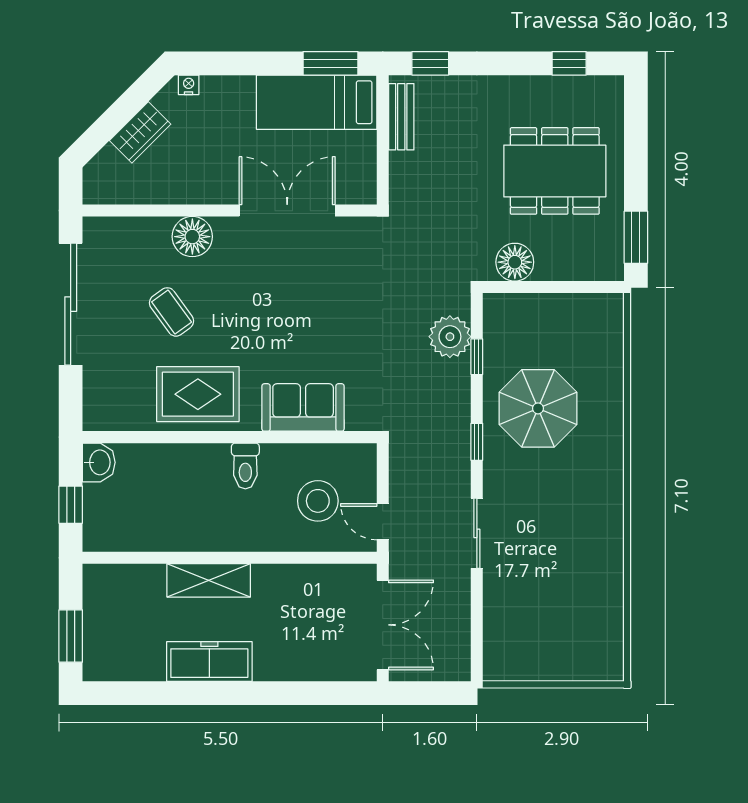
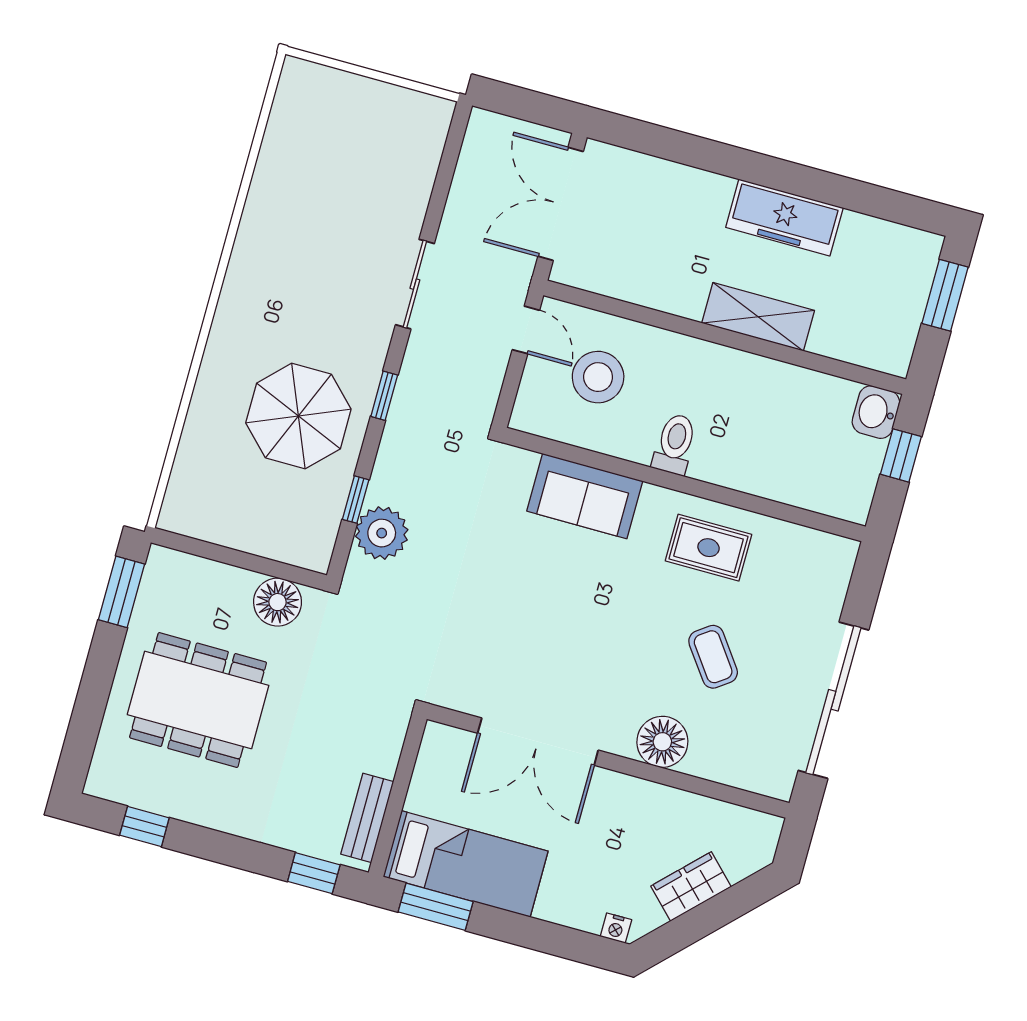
rug: (198, 394) -> (709, 548), width x0.73, depth x0.70
washbasin: (99, 462) -> (876, 412), moved

